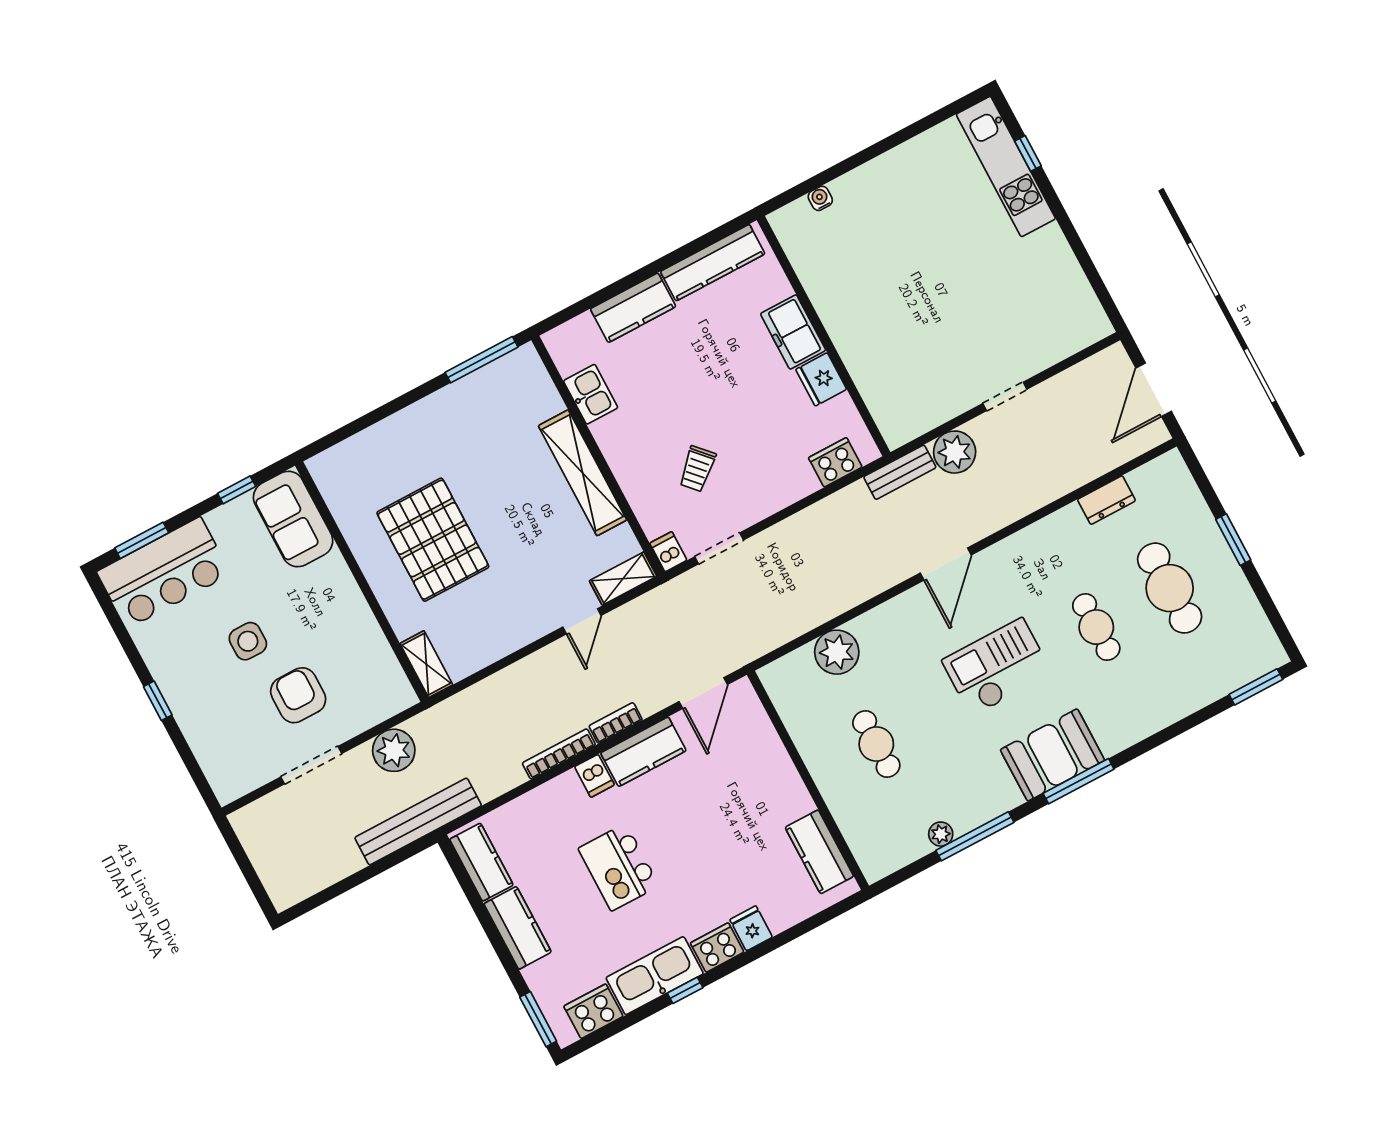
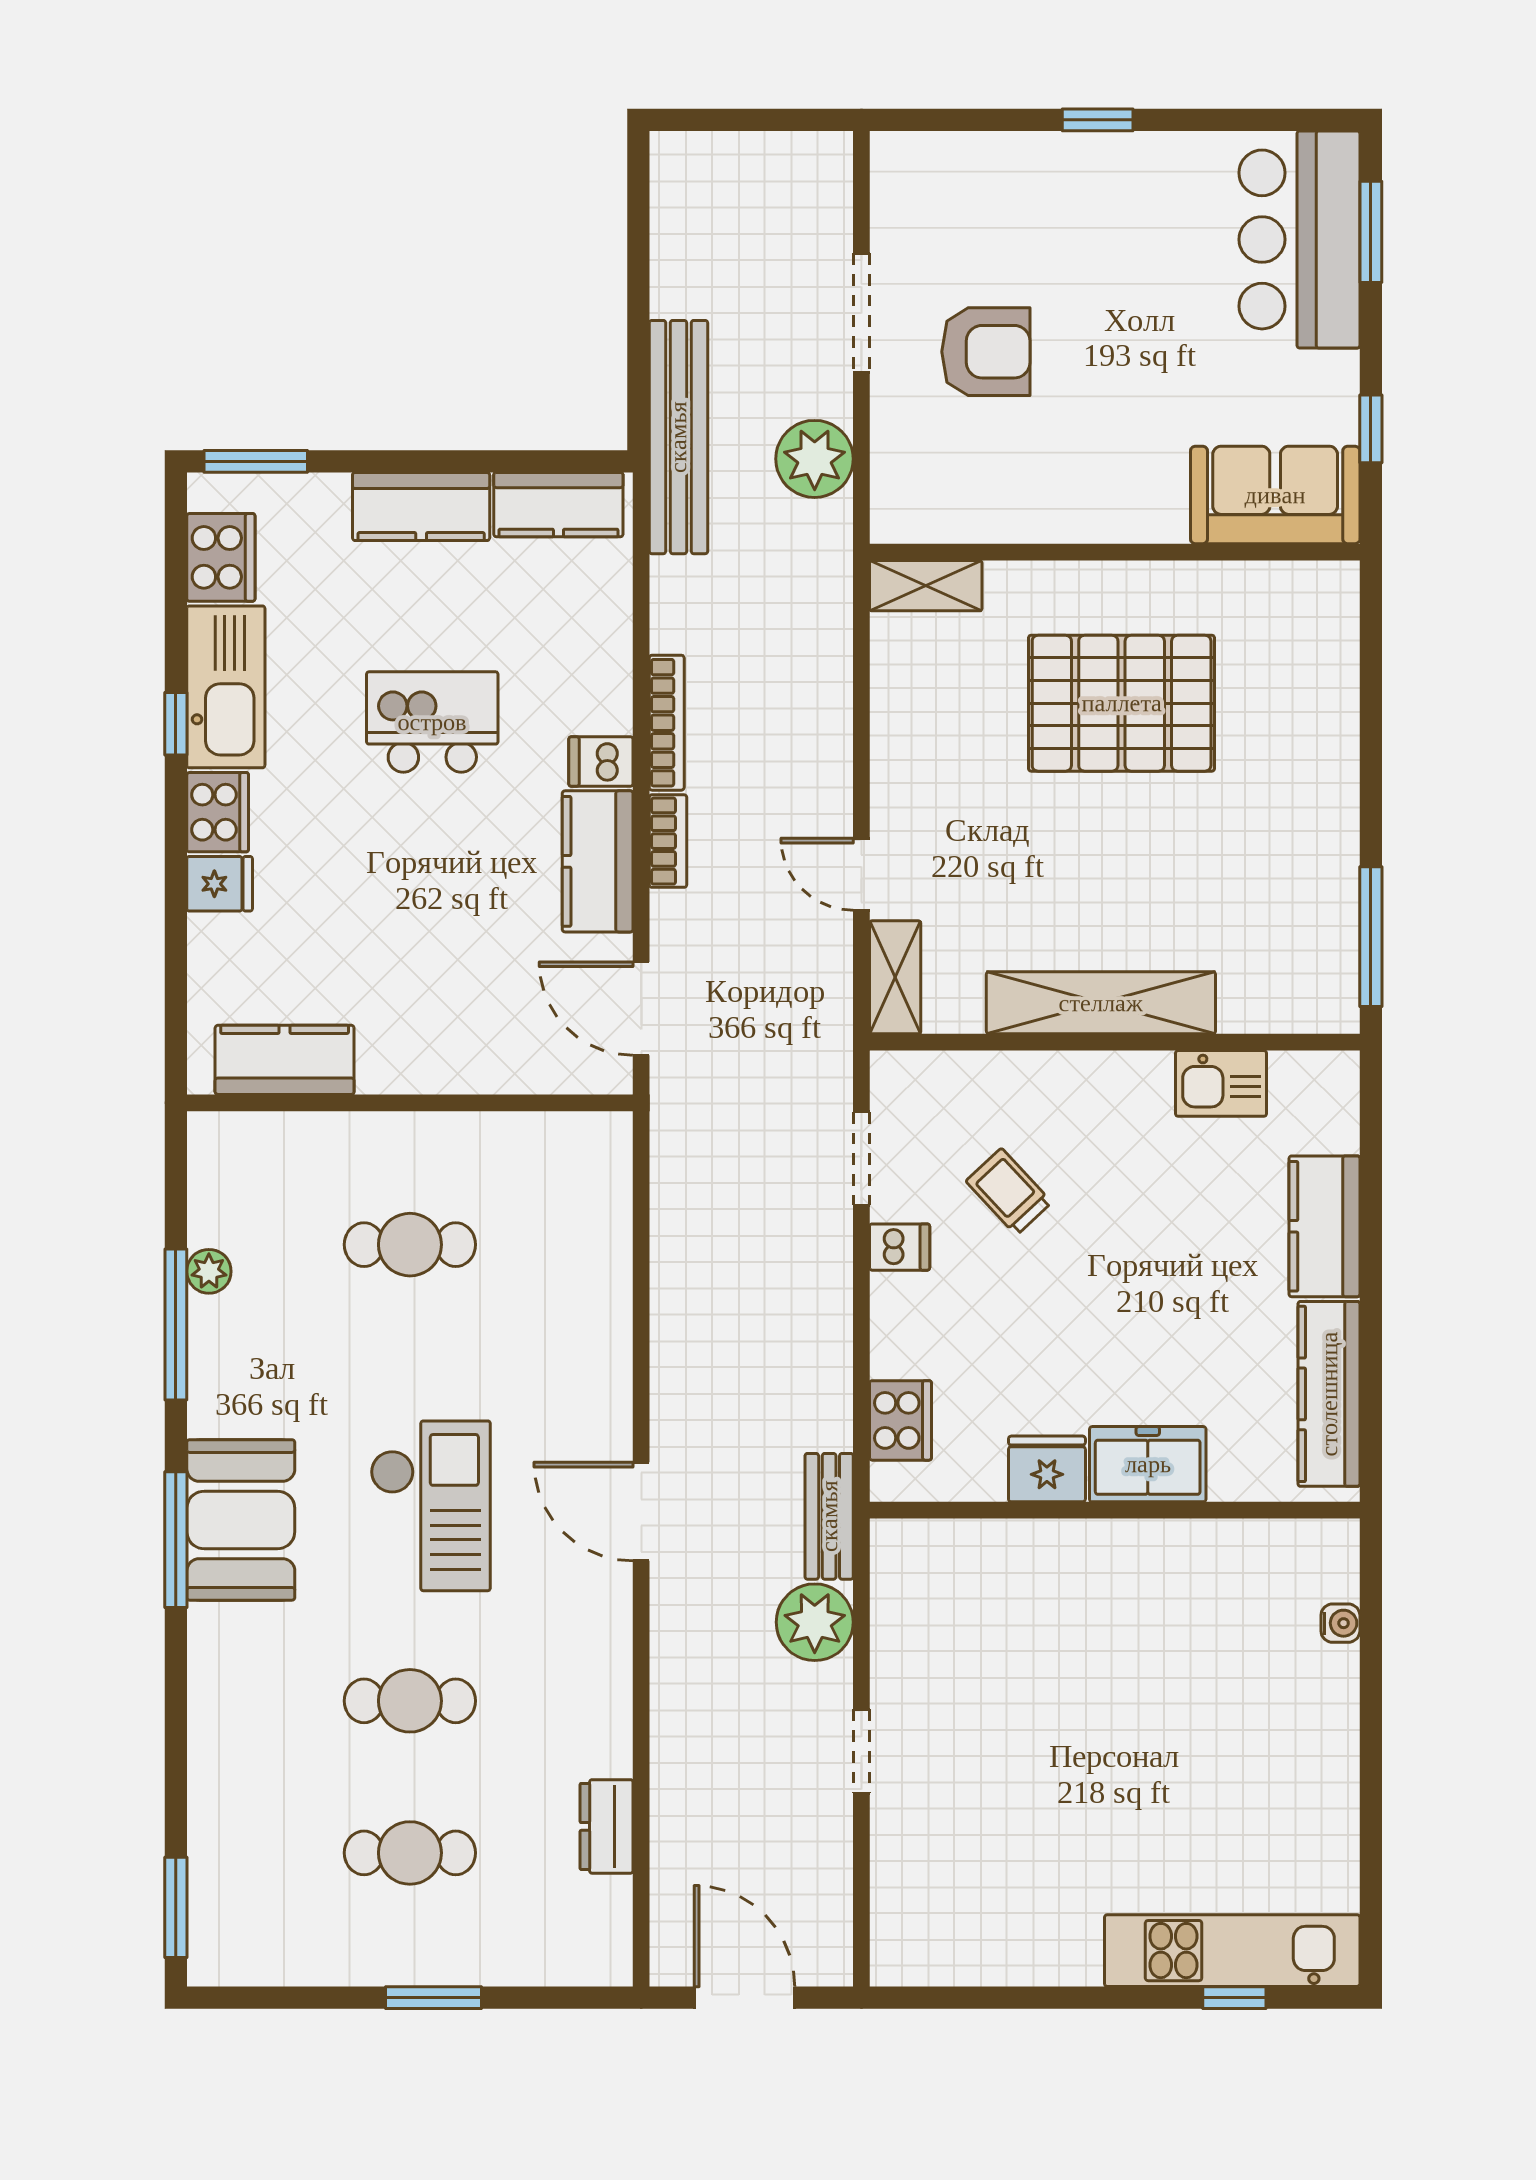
dishwasher: (668, 552) -> (900, 1247), moved
cafe table: (1170, 588) -> (410, 1853), width x0.73, depth x0.74
side table: (248, 641) -> (1116, 317), removed
plant: (837, 652) -> (593, 1260), removed

